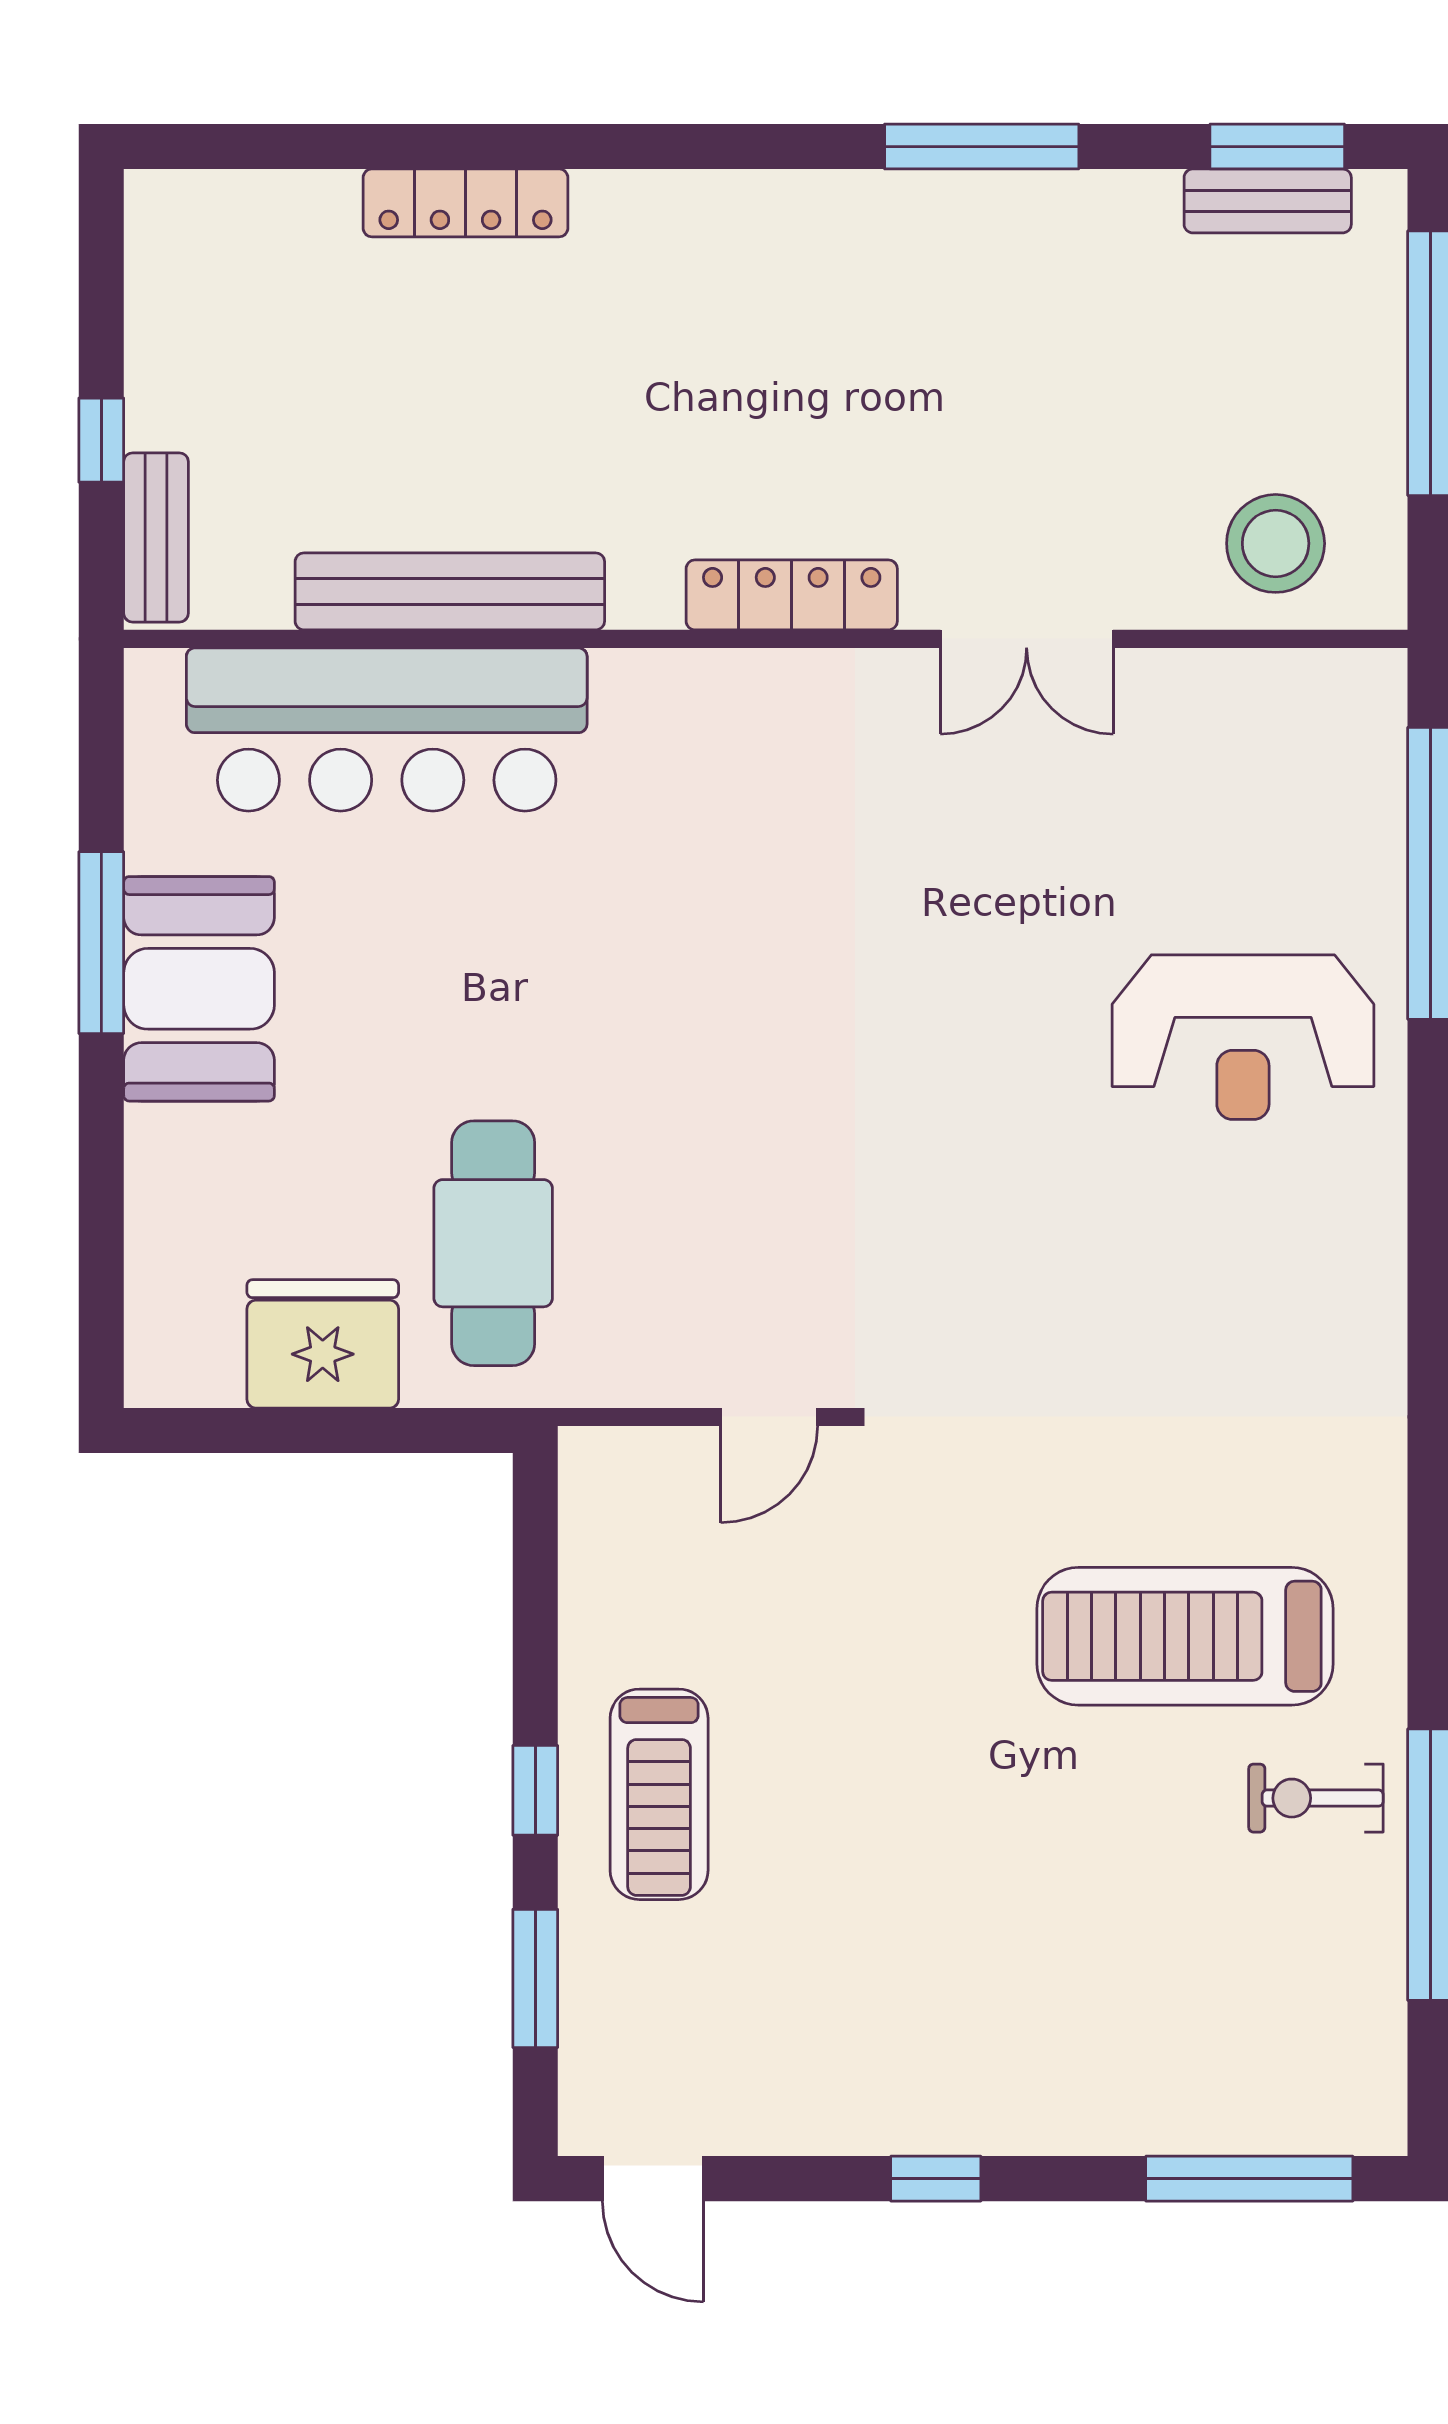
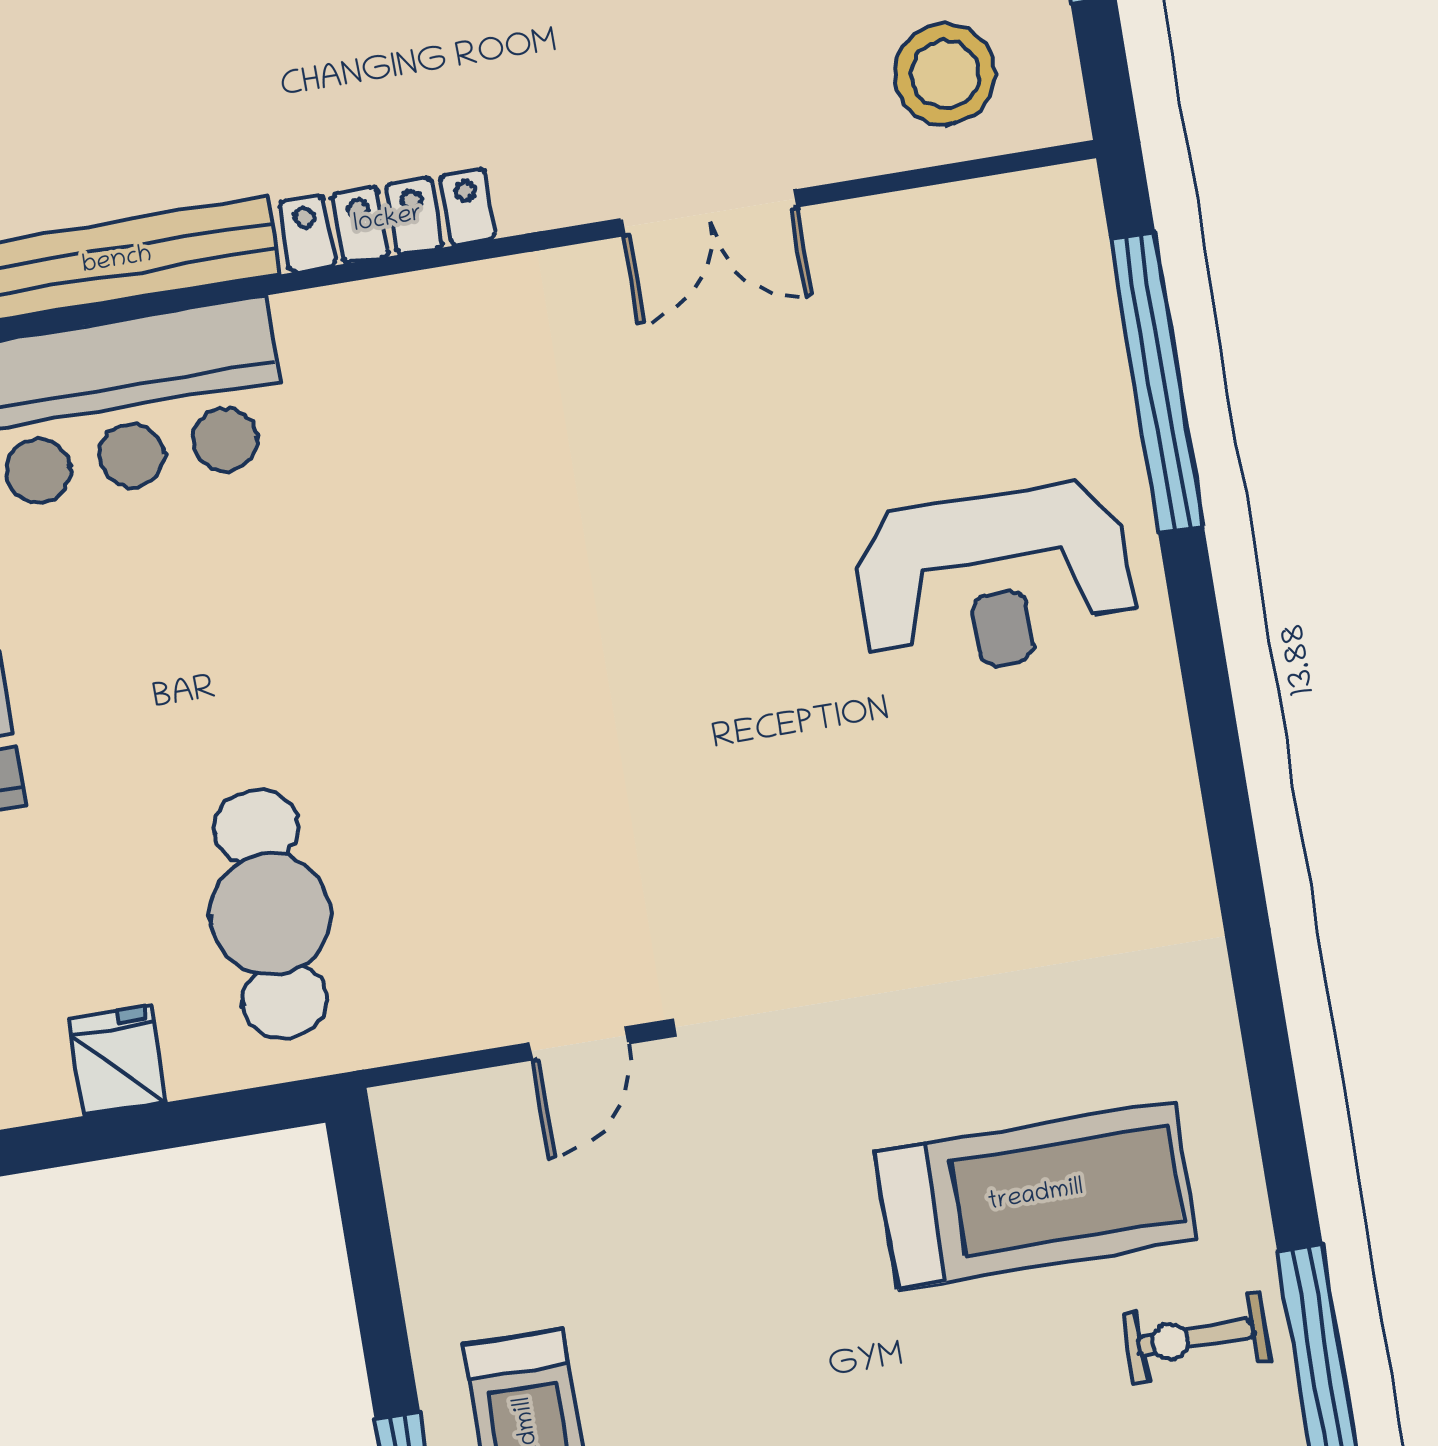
locker: (792, 595) -> (388, 220), moved
fridge: (323, 1344) -> (118, 1061), width x0.53, depth x0.75
treadmill: (1185, 1636) -> (1036, 1196), turned 180

